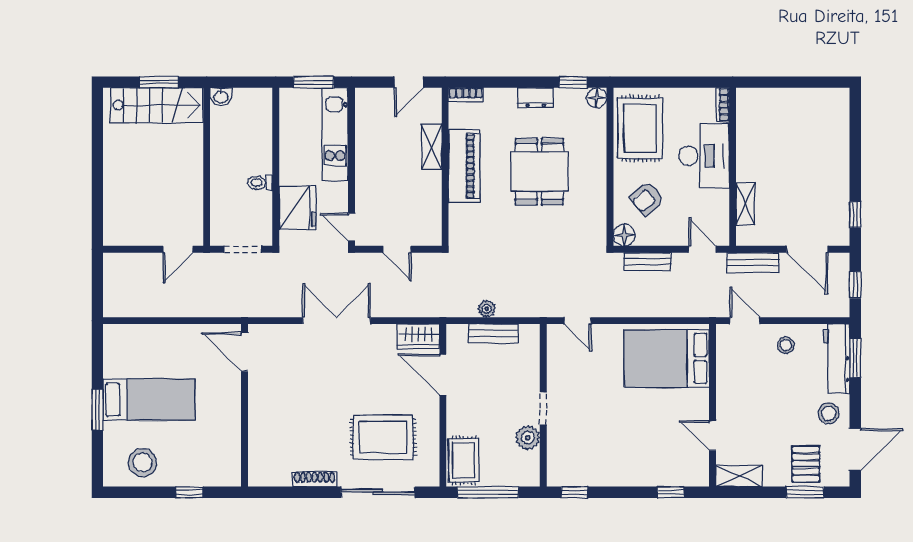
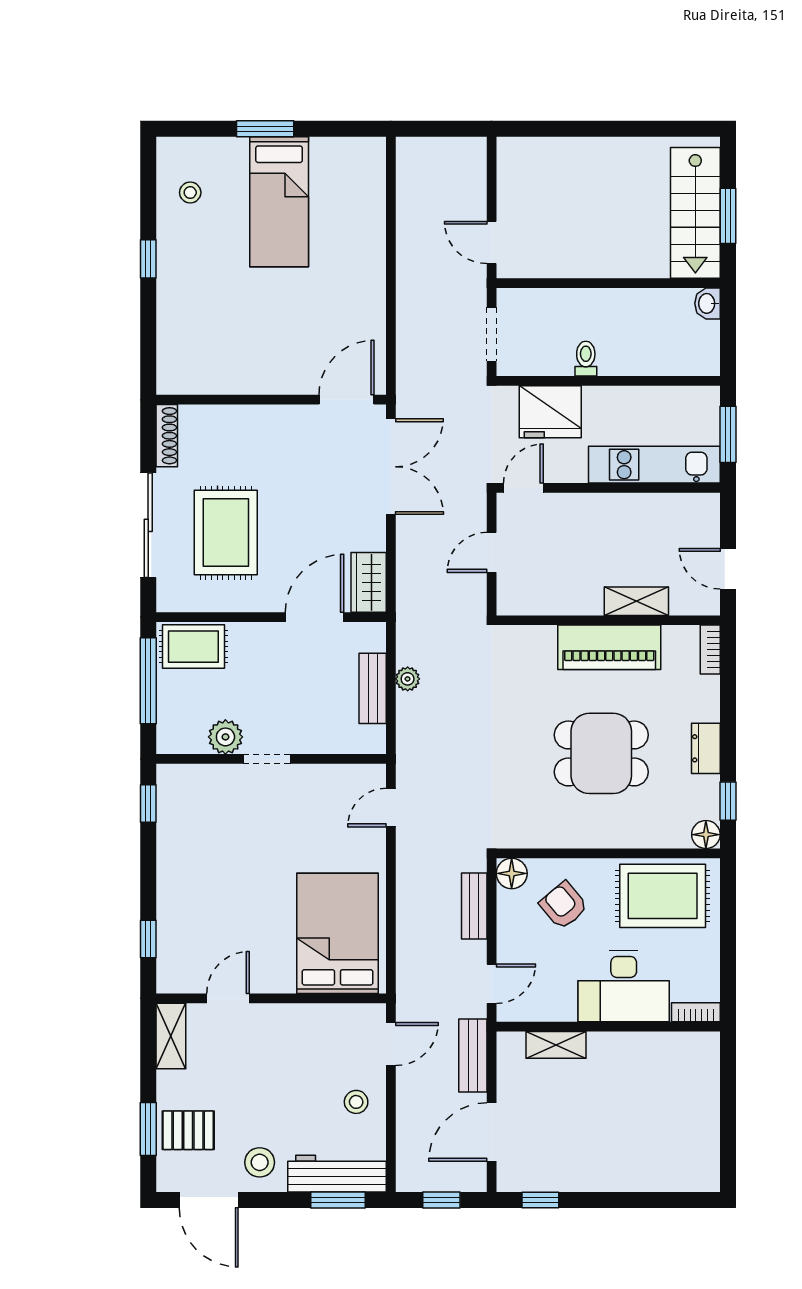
door: (245, 352) -> (346, 400), moved
wall: (245, 405) -> (271, 400), moved
stool: (143, 463) -> (190, 193), width x0.53, depth x0.53

